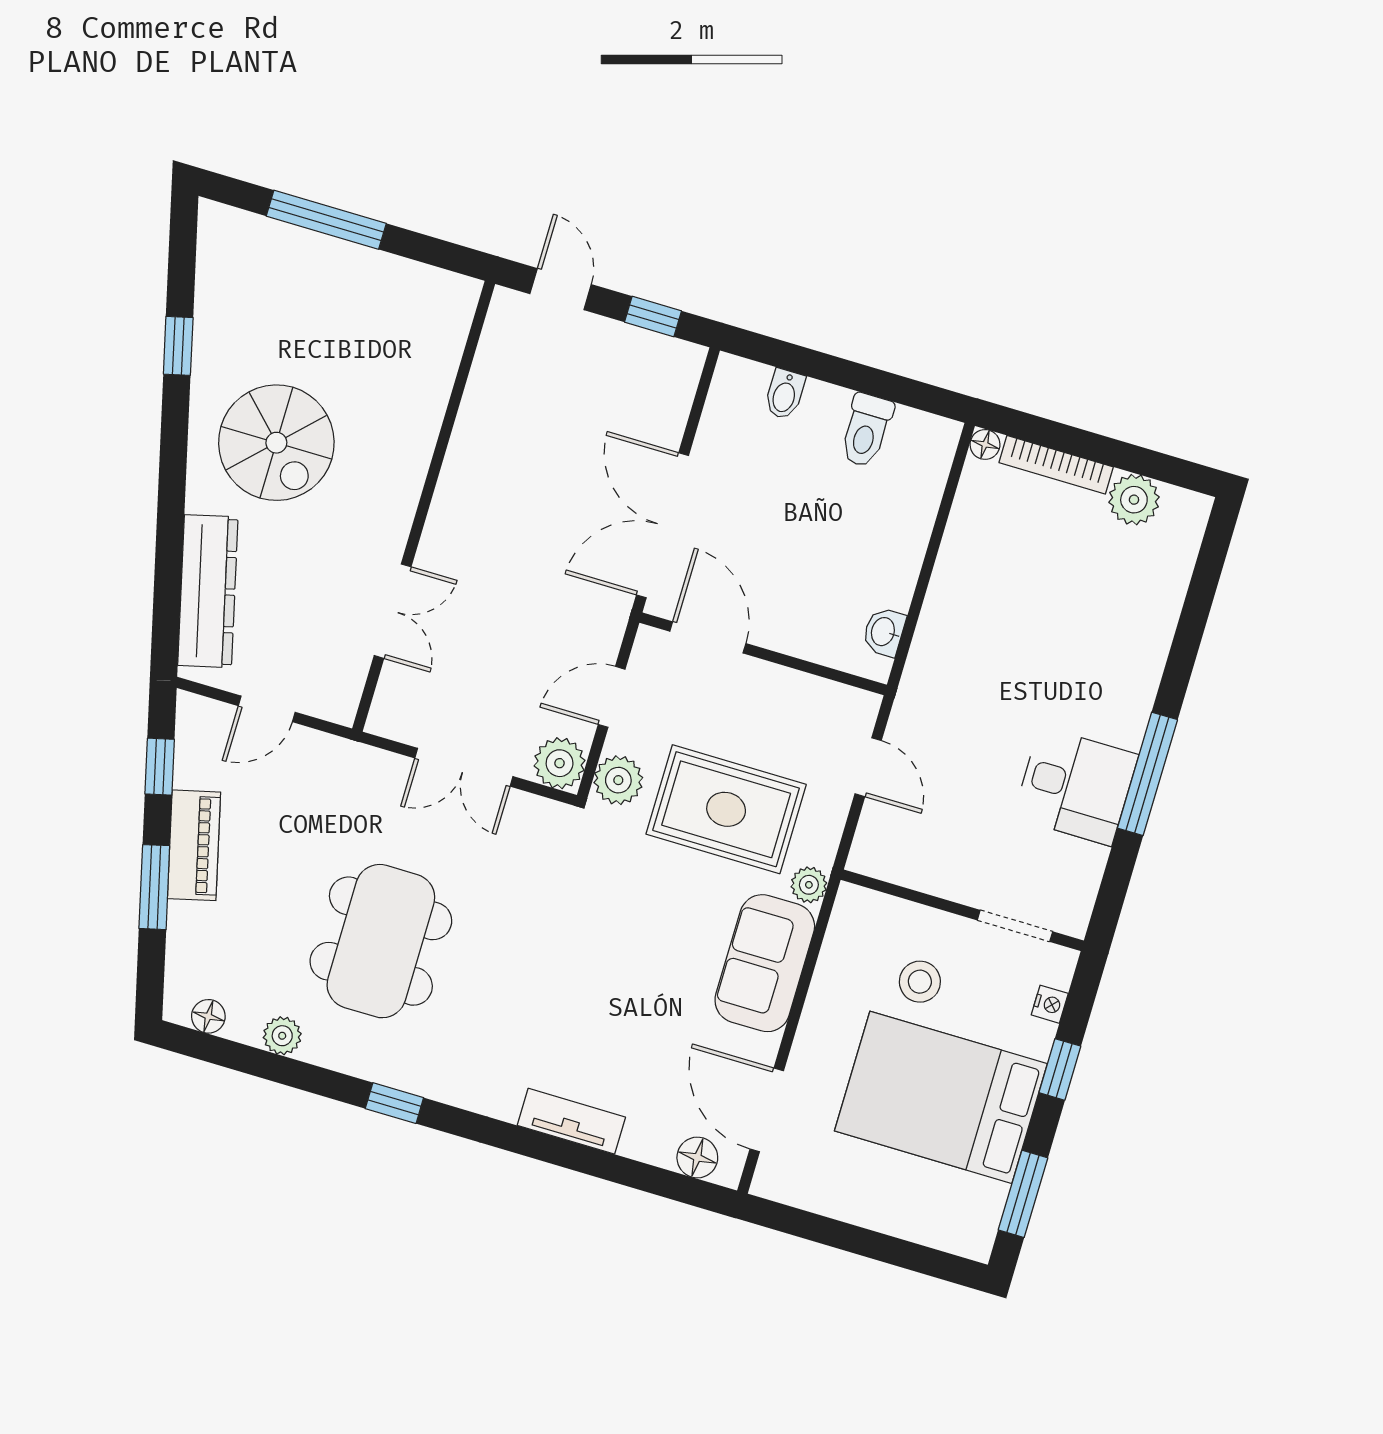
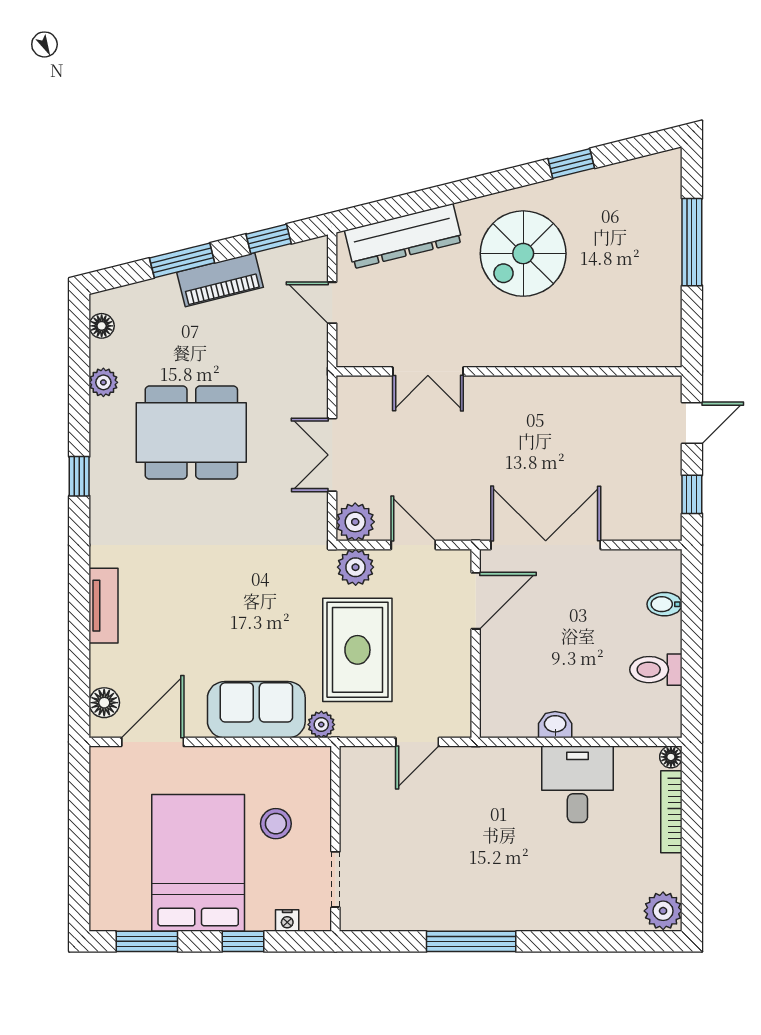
plant: (1134, 500) -> (663, 911), moved
washbasin: (884, 632) -> (555, 725), moved
desk: (1076, 786) -> (577, 784), moved, turned 180

